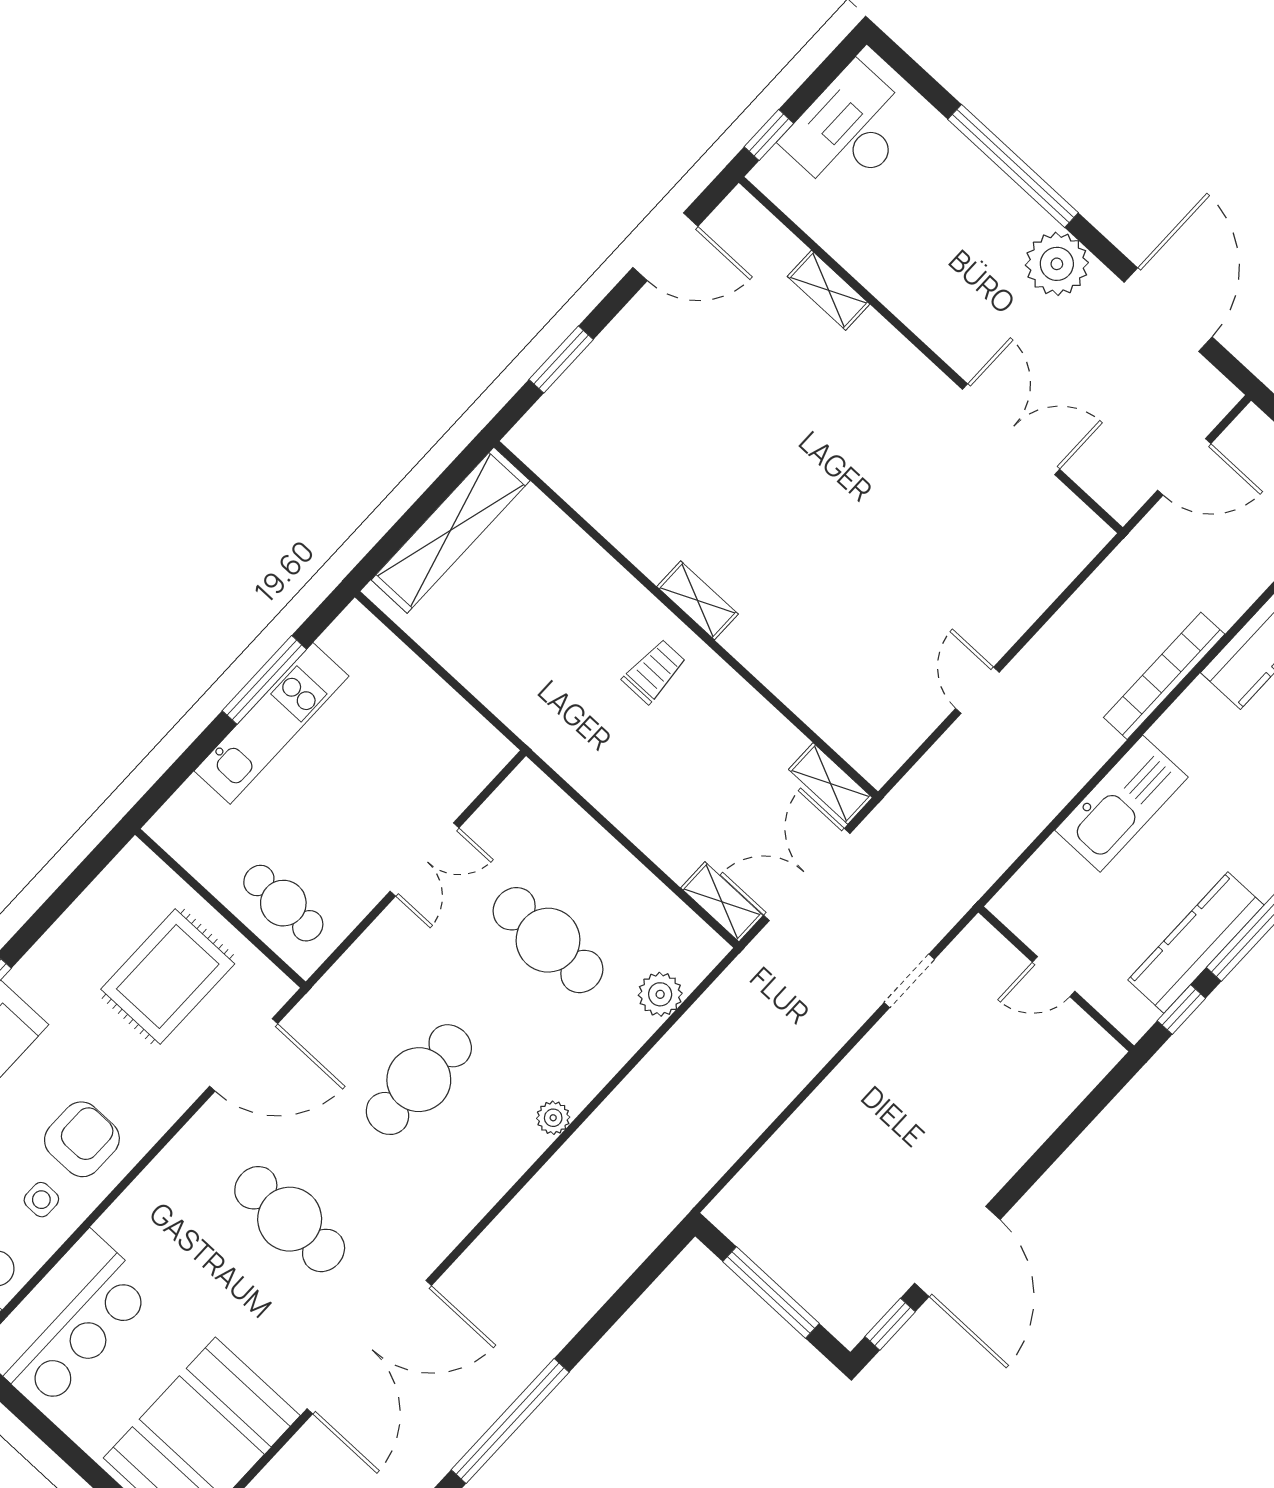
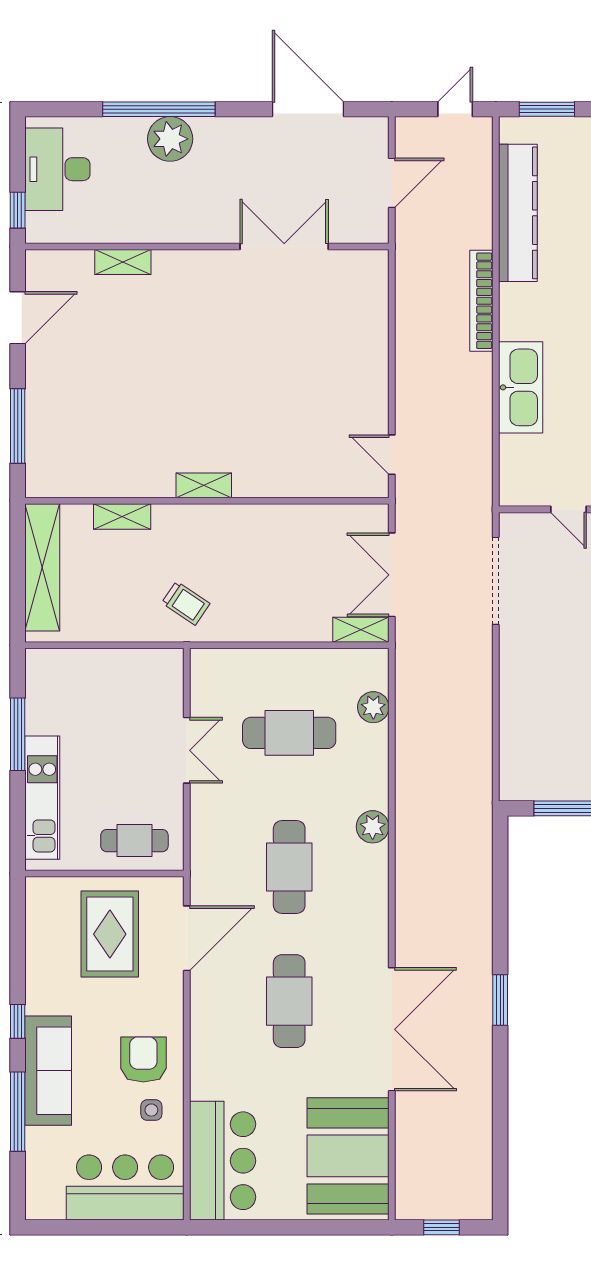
plant: (1057, 264) -> (170, 139), moved
window: (561, 360) -> (18, 426), width x1.44
trolley: (654, 671) -> (186, 603), moved, turned 124
door: (977, 690) -> (392, 455), moved
kitchen unit: (272, 723) -> (42, 798), moved
shelving: (830, 784) -> (122, 516), moved
door: (1054, 977) -> (569, 509), hinge flipped
doorway: (909, 981) -> (496, 581), width x1.88
plant: (553, 1118) -> (373, 827), width x1.38, depth x1.38
cafe table: (290, 1219) -> (289, 1001), turned 90
window: (510, 1421) -> (500, 1000), width x0.47

